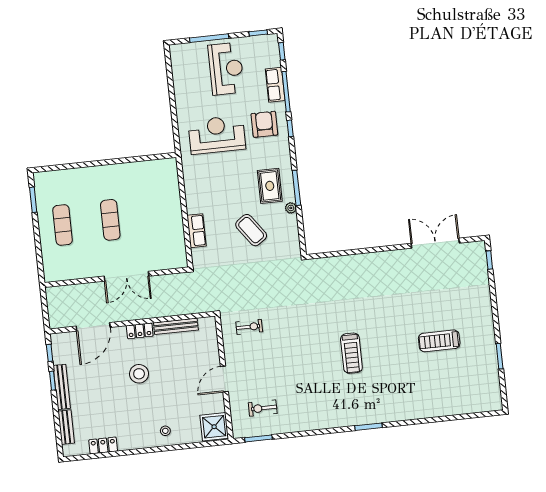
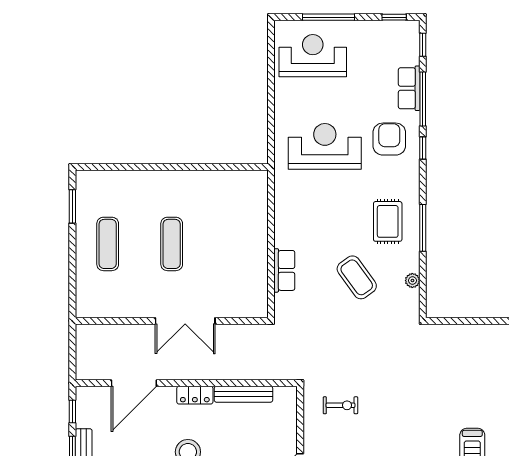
reception desk: (226, 69) -> (313, 56), moved, turned -90
plant: (291, 208) -> (412, 281), moved

